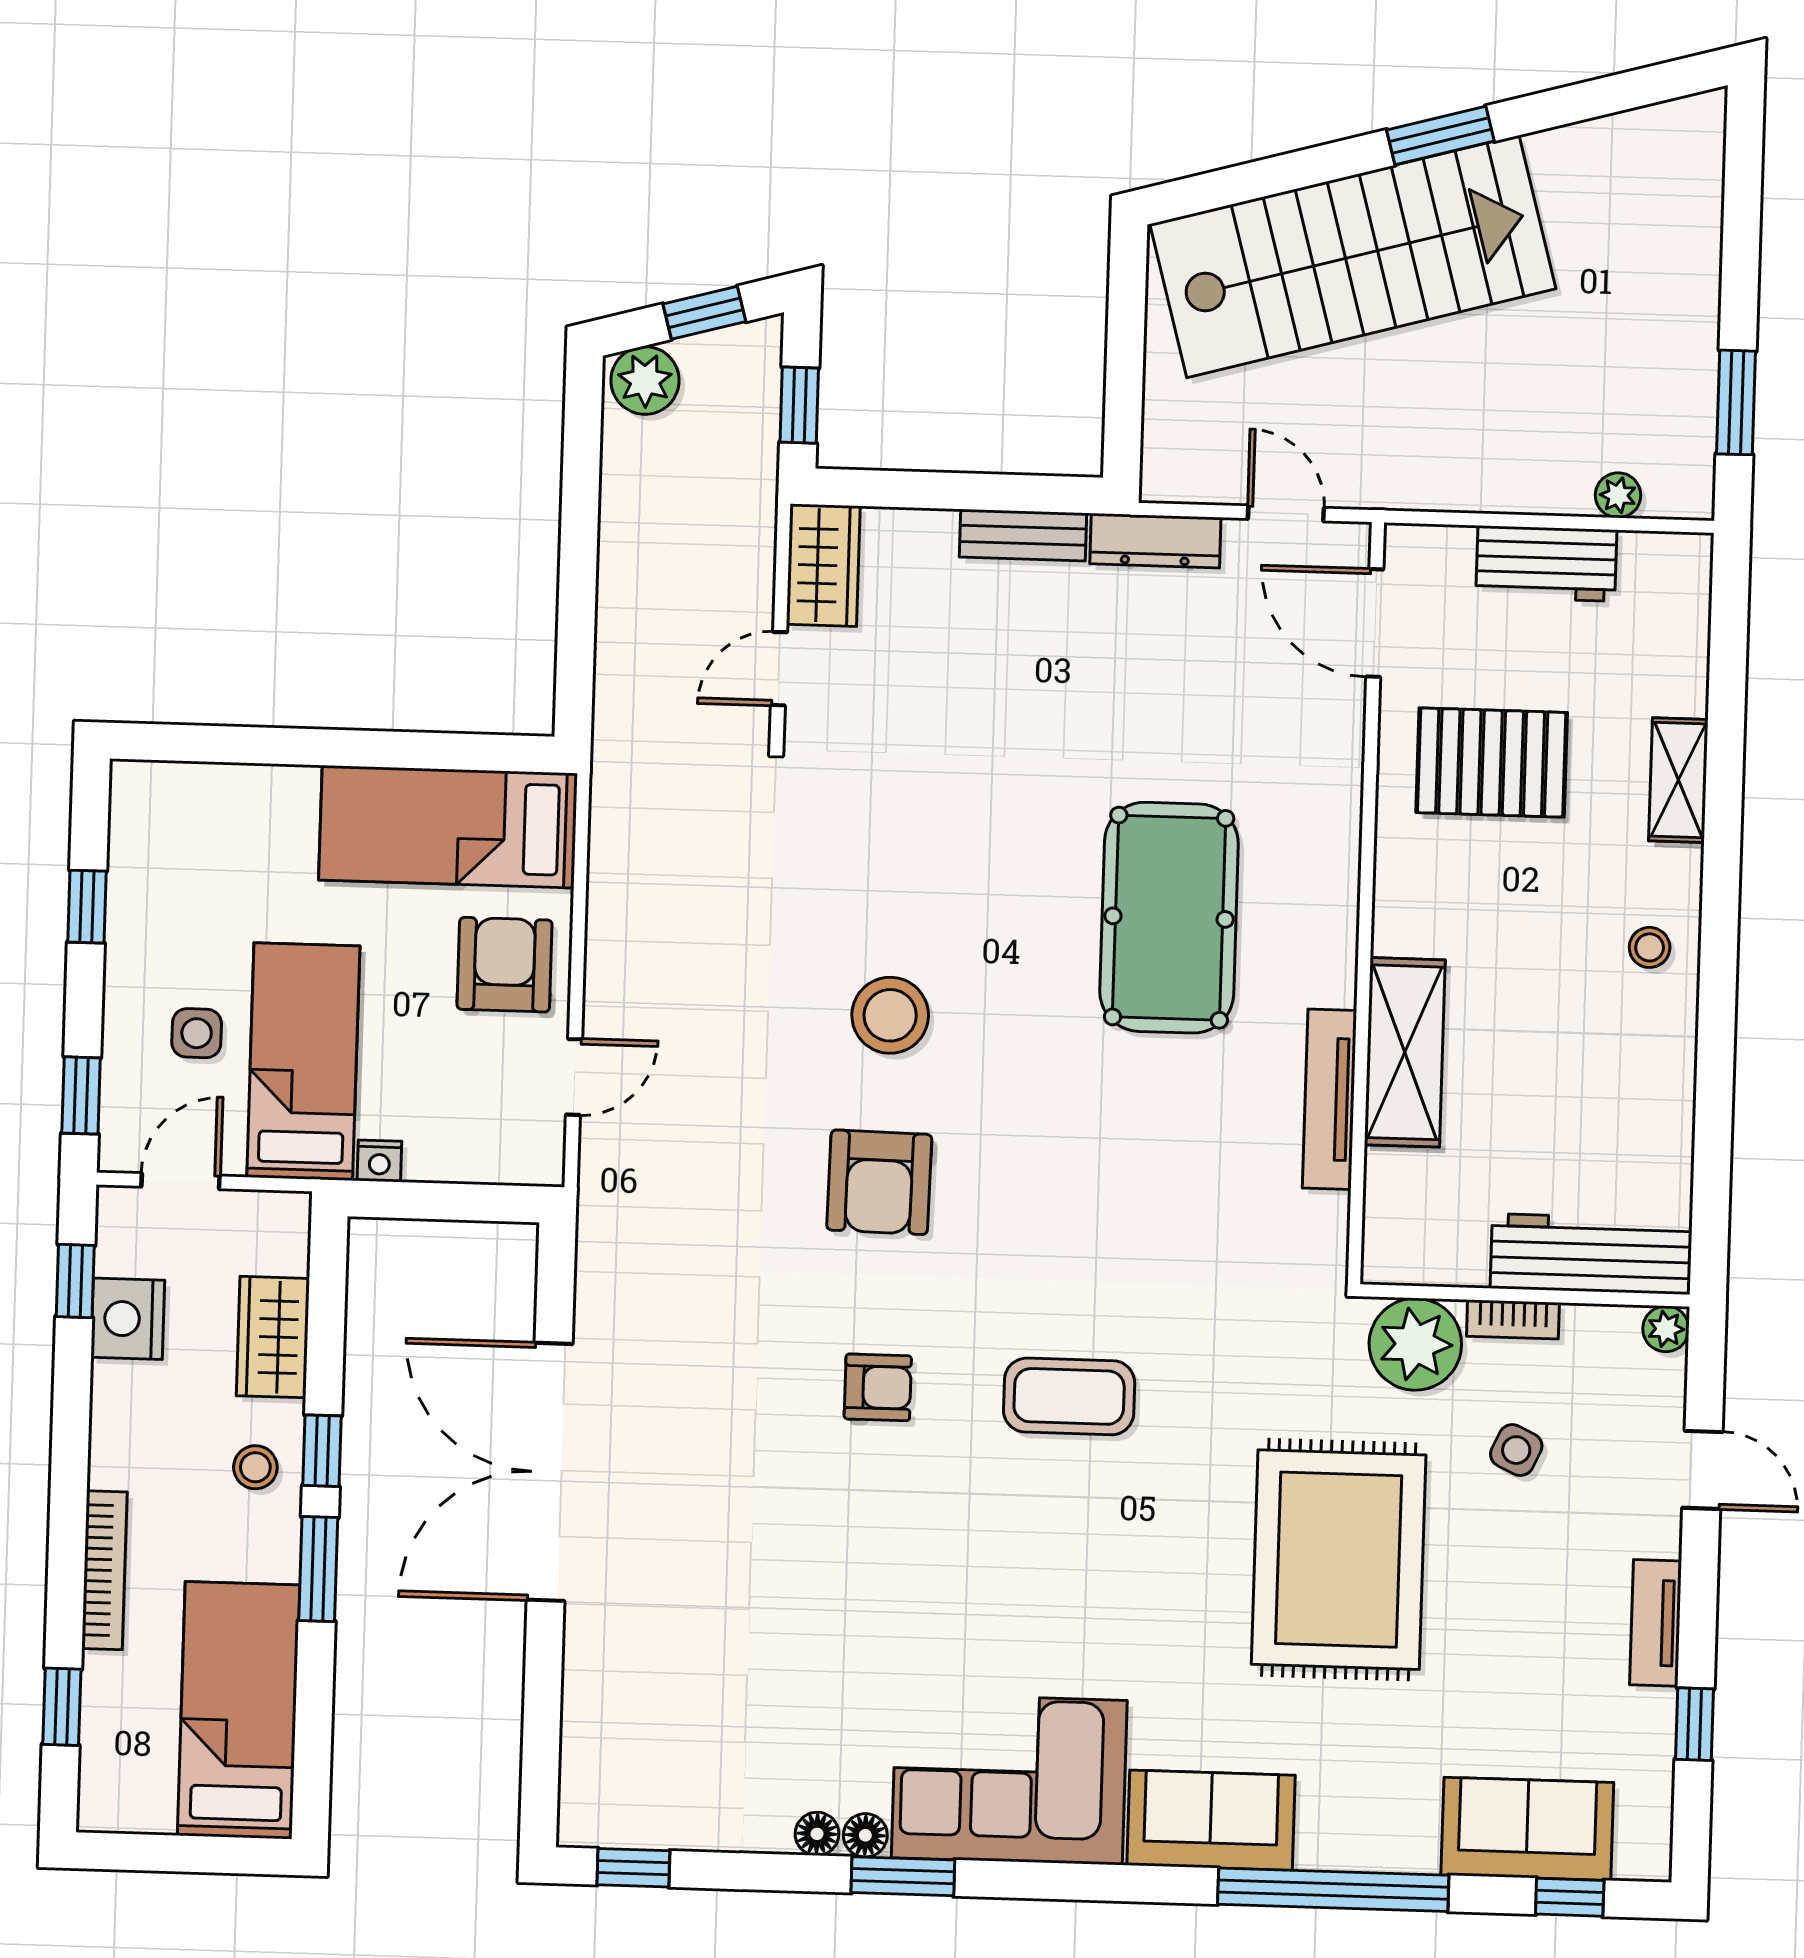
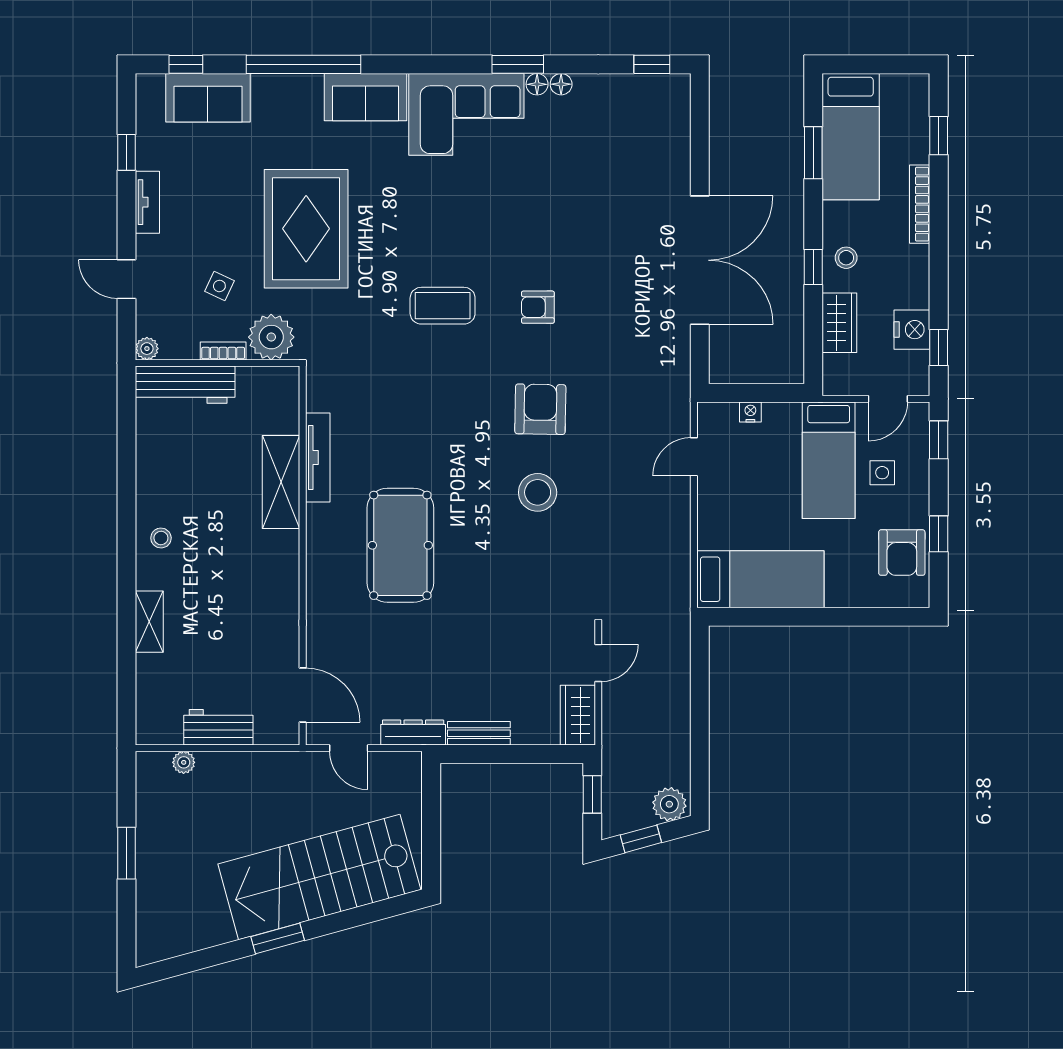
window: (1736, 402) -> (127, 853), moved
pallet: (1492, 763) -> (242, 627), removed
armchair: (505, 965) -> (902, 553), moved
nightstand: (379, 1161) -> (750, 412), moved
window: (318, 1569) -> (813, 153), moved

